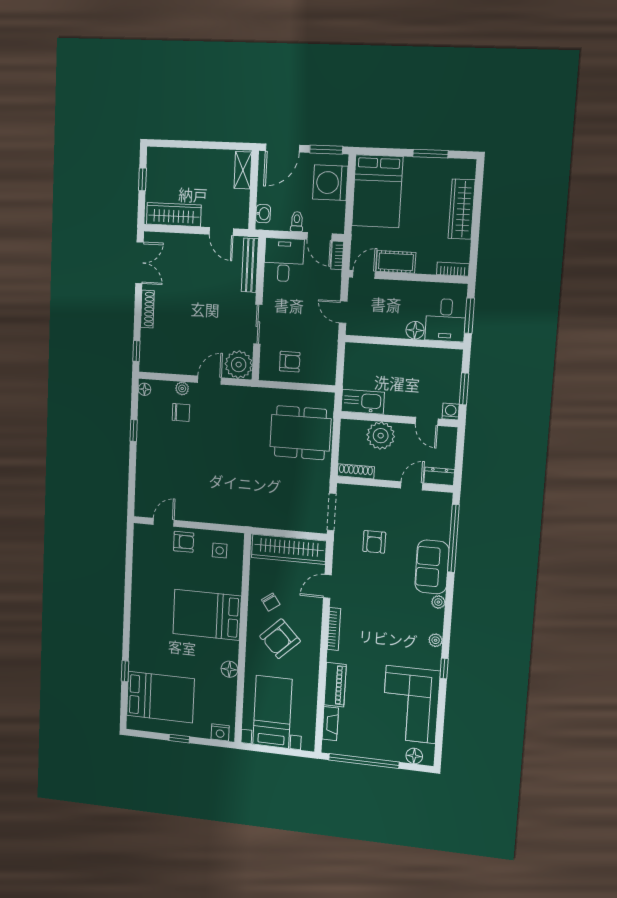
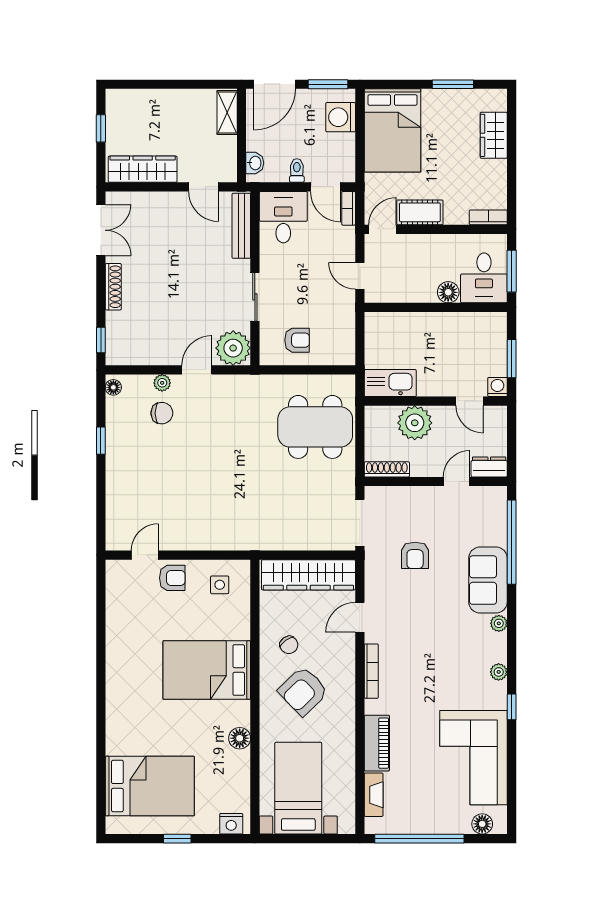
washing machine: (330, 183) -> (341, 117), width x0.73, depth x0.73
wardrobe: (462, 209) -> (494, 135), width x0.67
window: (125, 671) -> (101, 757), removed

